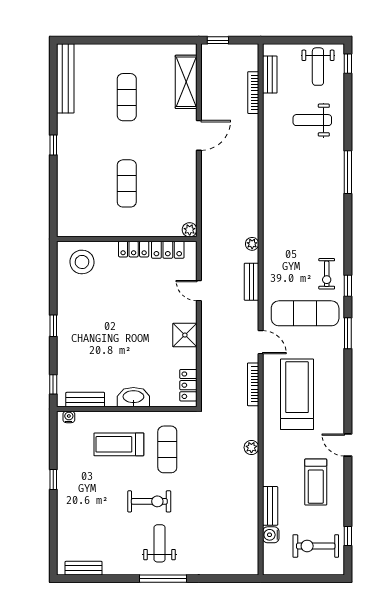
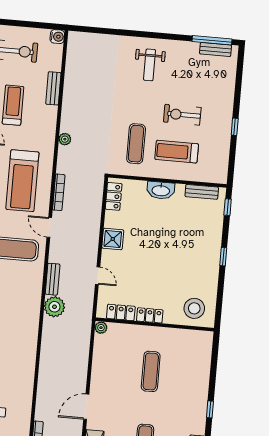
plant: (252, 244) -> (54, 307), width x1.88, depth x1.88
water cooler: (69, 417) -> (217, 178), removed
treadmill: (119, 444) -> (177, 152), turned 180
exercise bike: (149, 501) -> (182, 115), moved
water cooler: (271, 535) -> (57, 37), moved
window: (163, 579) -> (212, 40), moved

